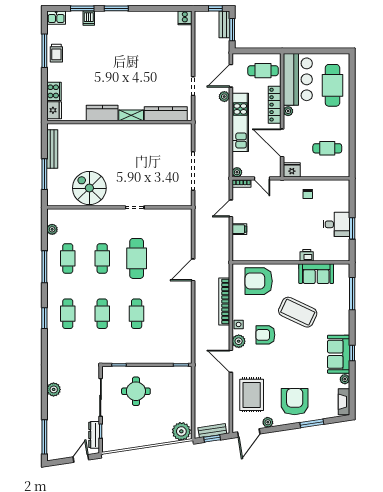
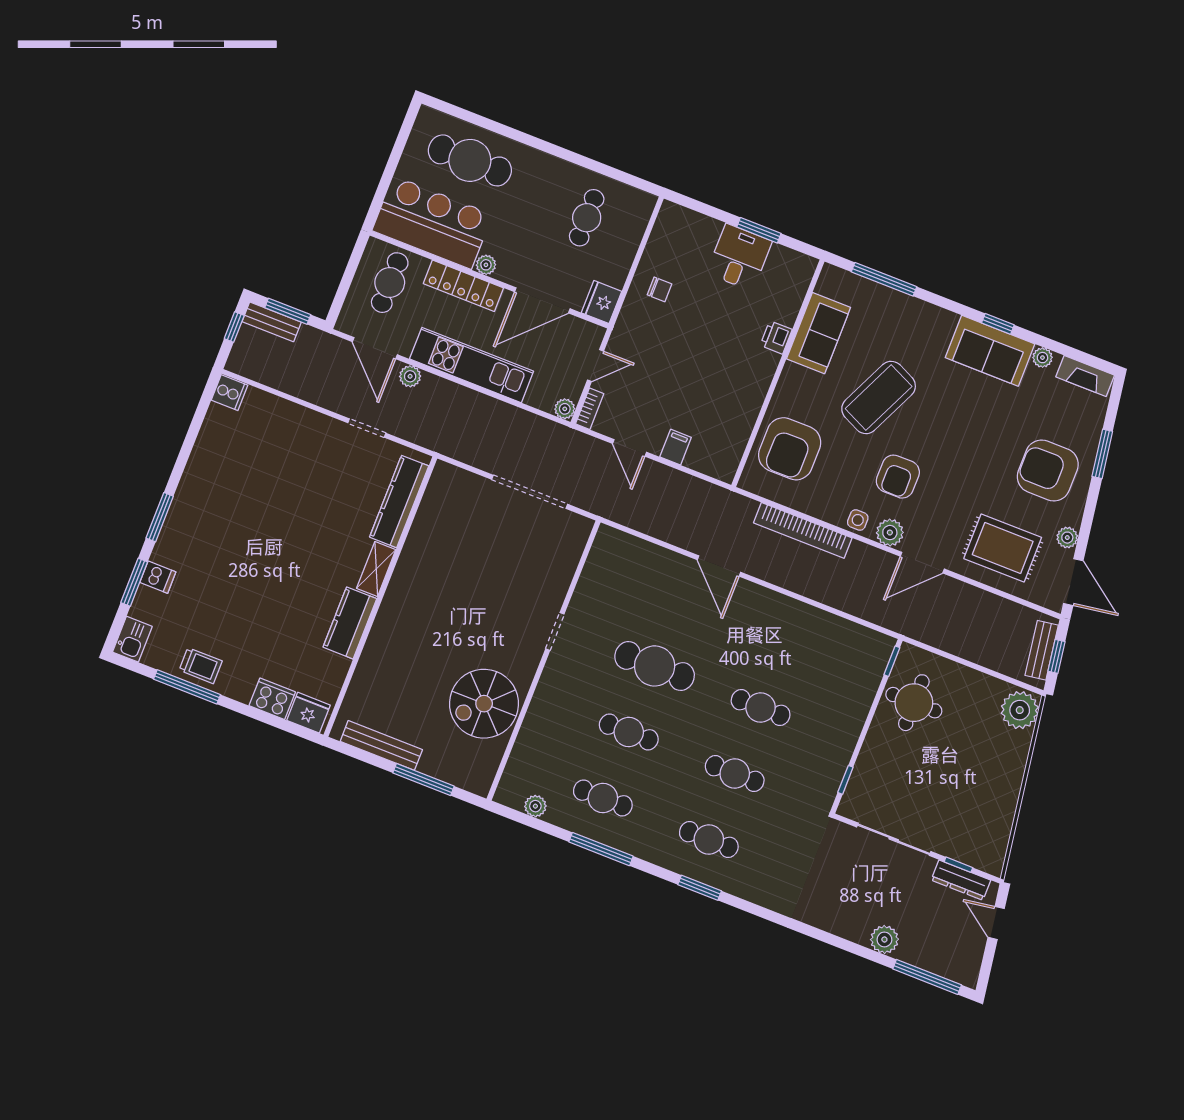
plant: (54, 389) -> (884, 939), moved
round table: (136, 391) -> (914, 703), moved

